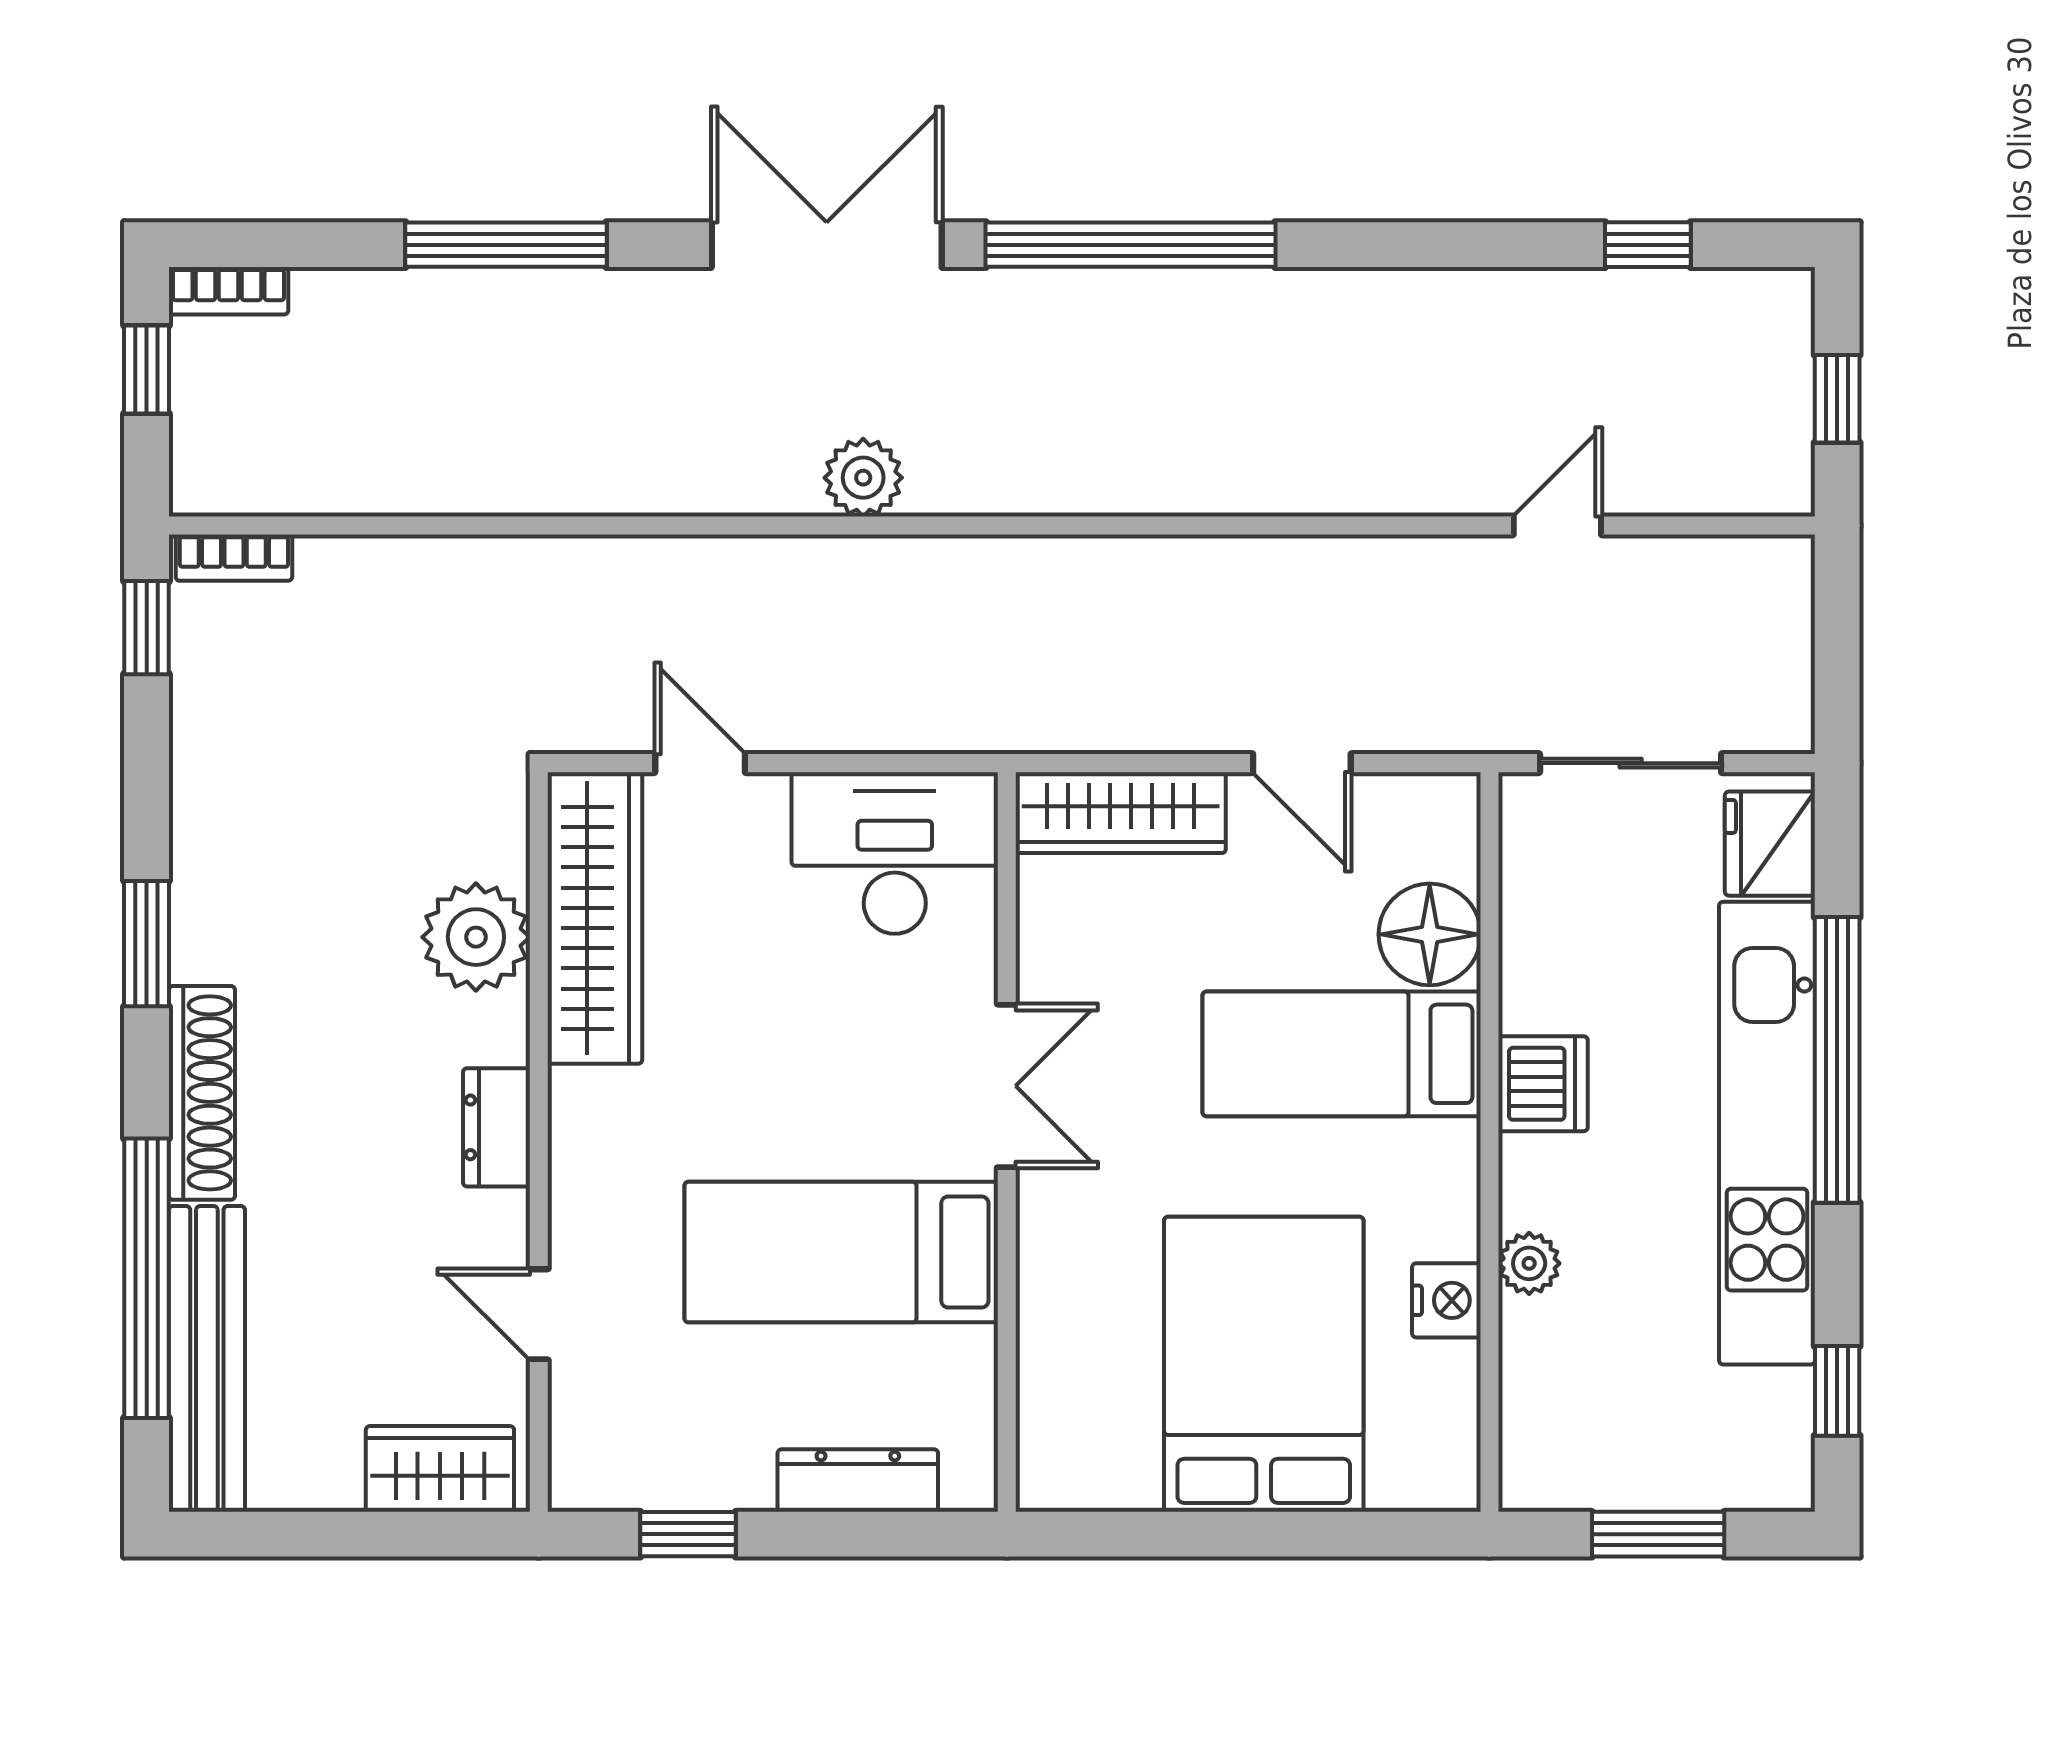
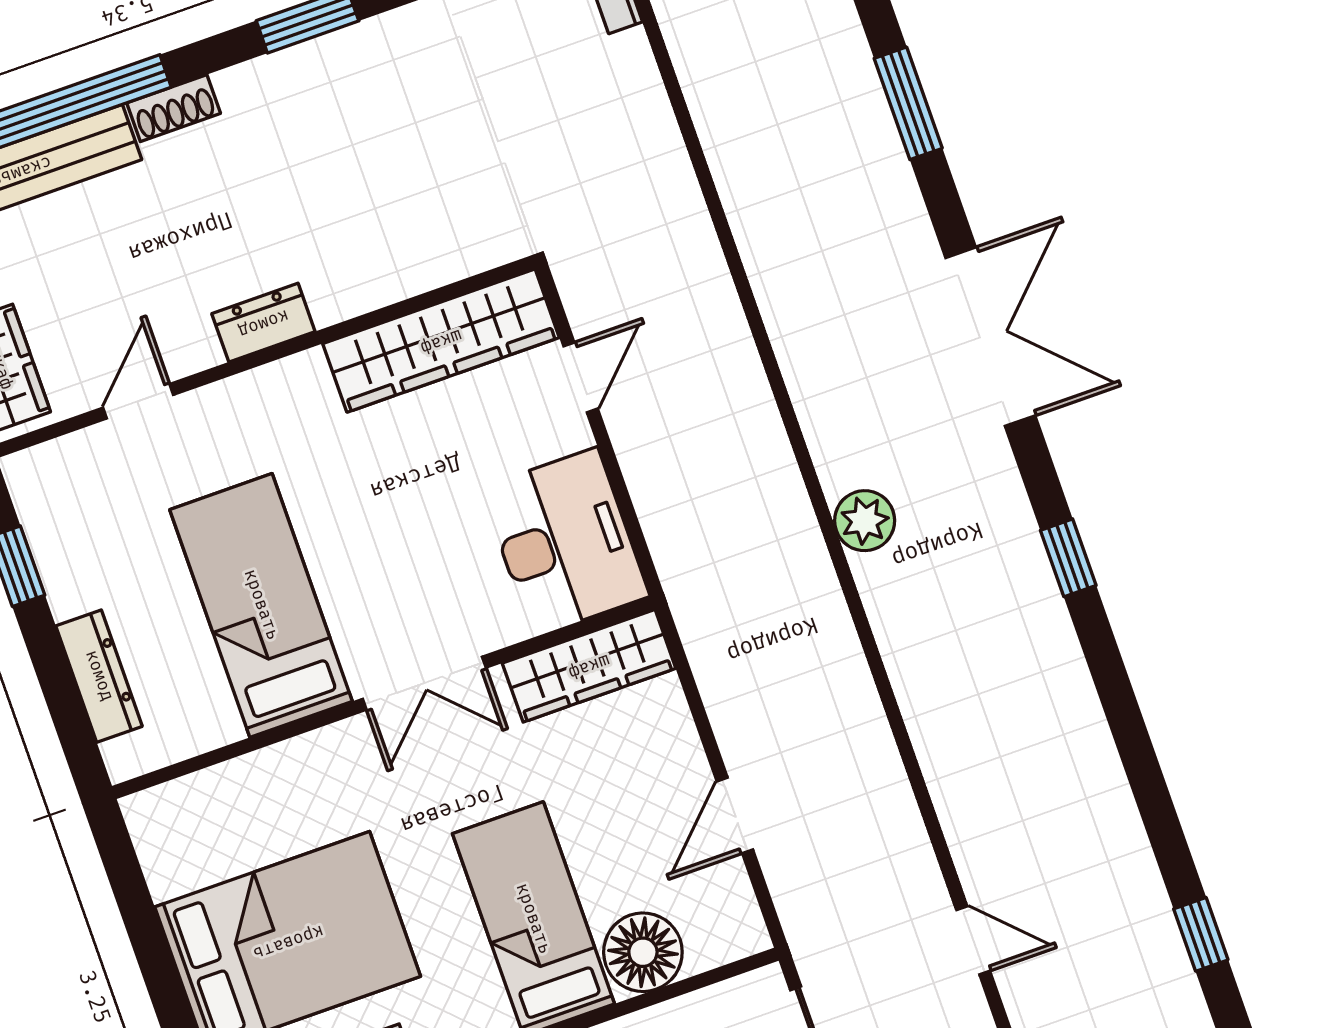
window: (506, 245) -> (908, 103), width x0.69
window: (1131, 245) -> (1068, 558), width x0.32
plant: (863, 478) -> (865, 521), moved
wardrobe: (1121, 813) -> (589, 666), moved, turned -90
plant: (476, 937) -> (397, 259), removed
shoe rack: (202, 1093) -> (174, 108), width x0.51, depth x0.81

